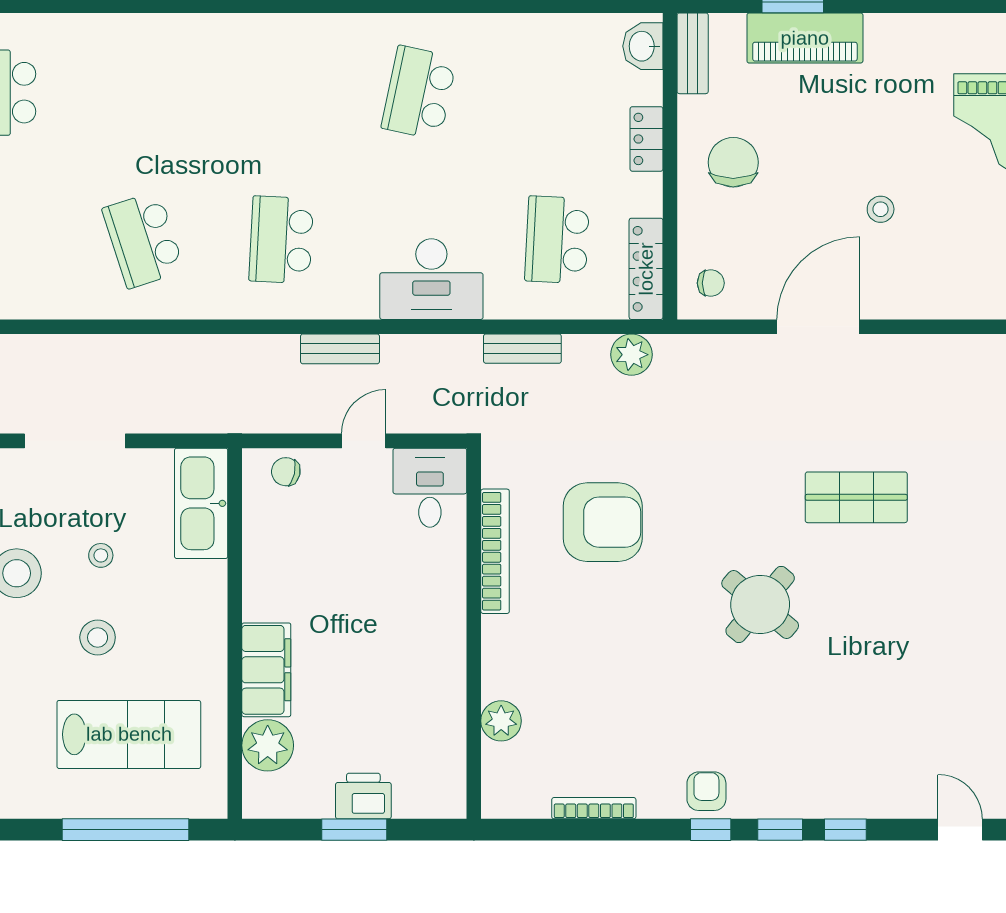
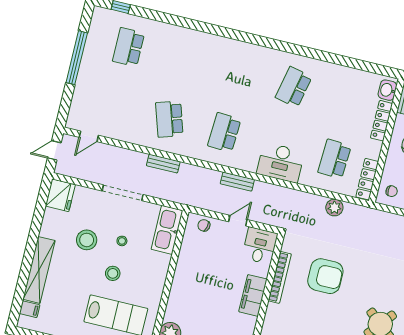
locker: (647, 139) -> (382, 121), width x1.53
bench: (522, 349) -> (163, 164), moved
plant: (631, 355) -> (334, 208), moved
filing cabinet: (266, 670) -> (253, 295), moved, turned 180

